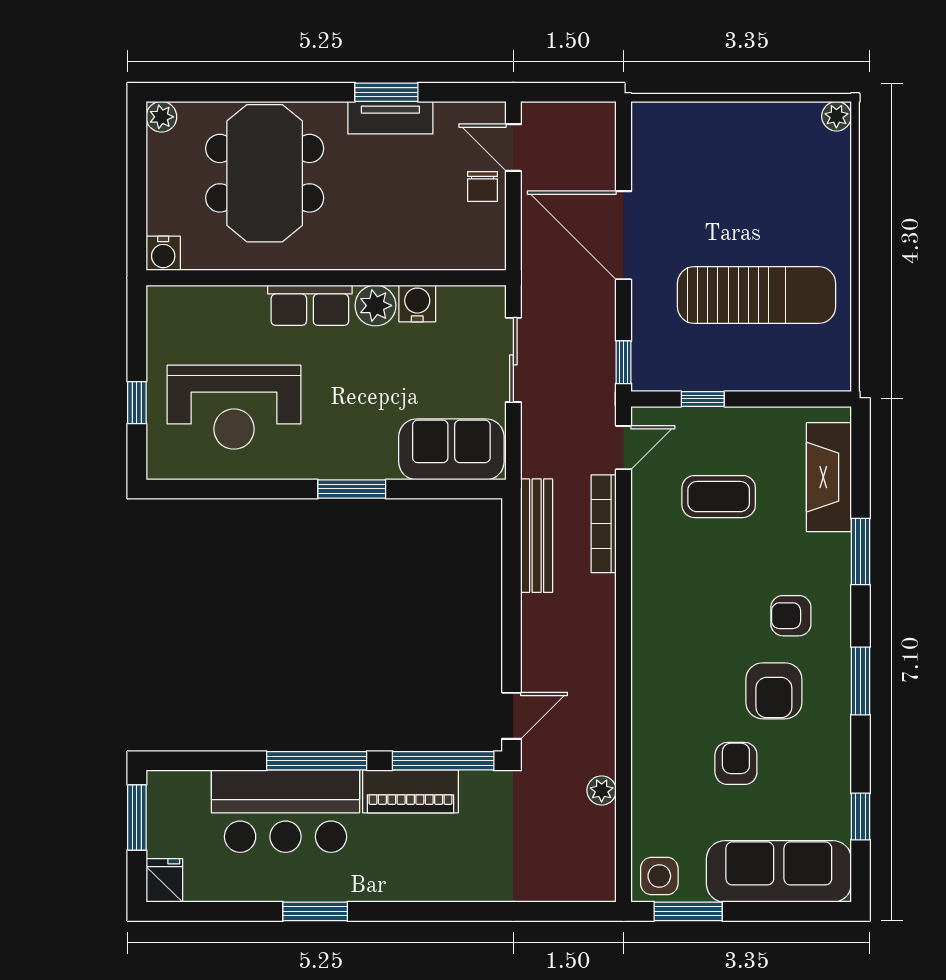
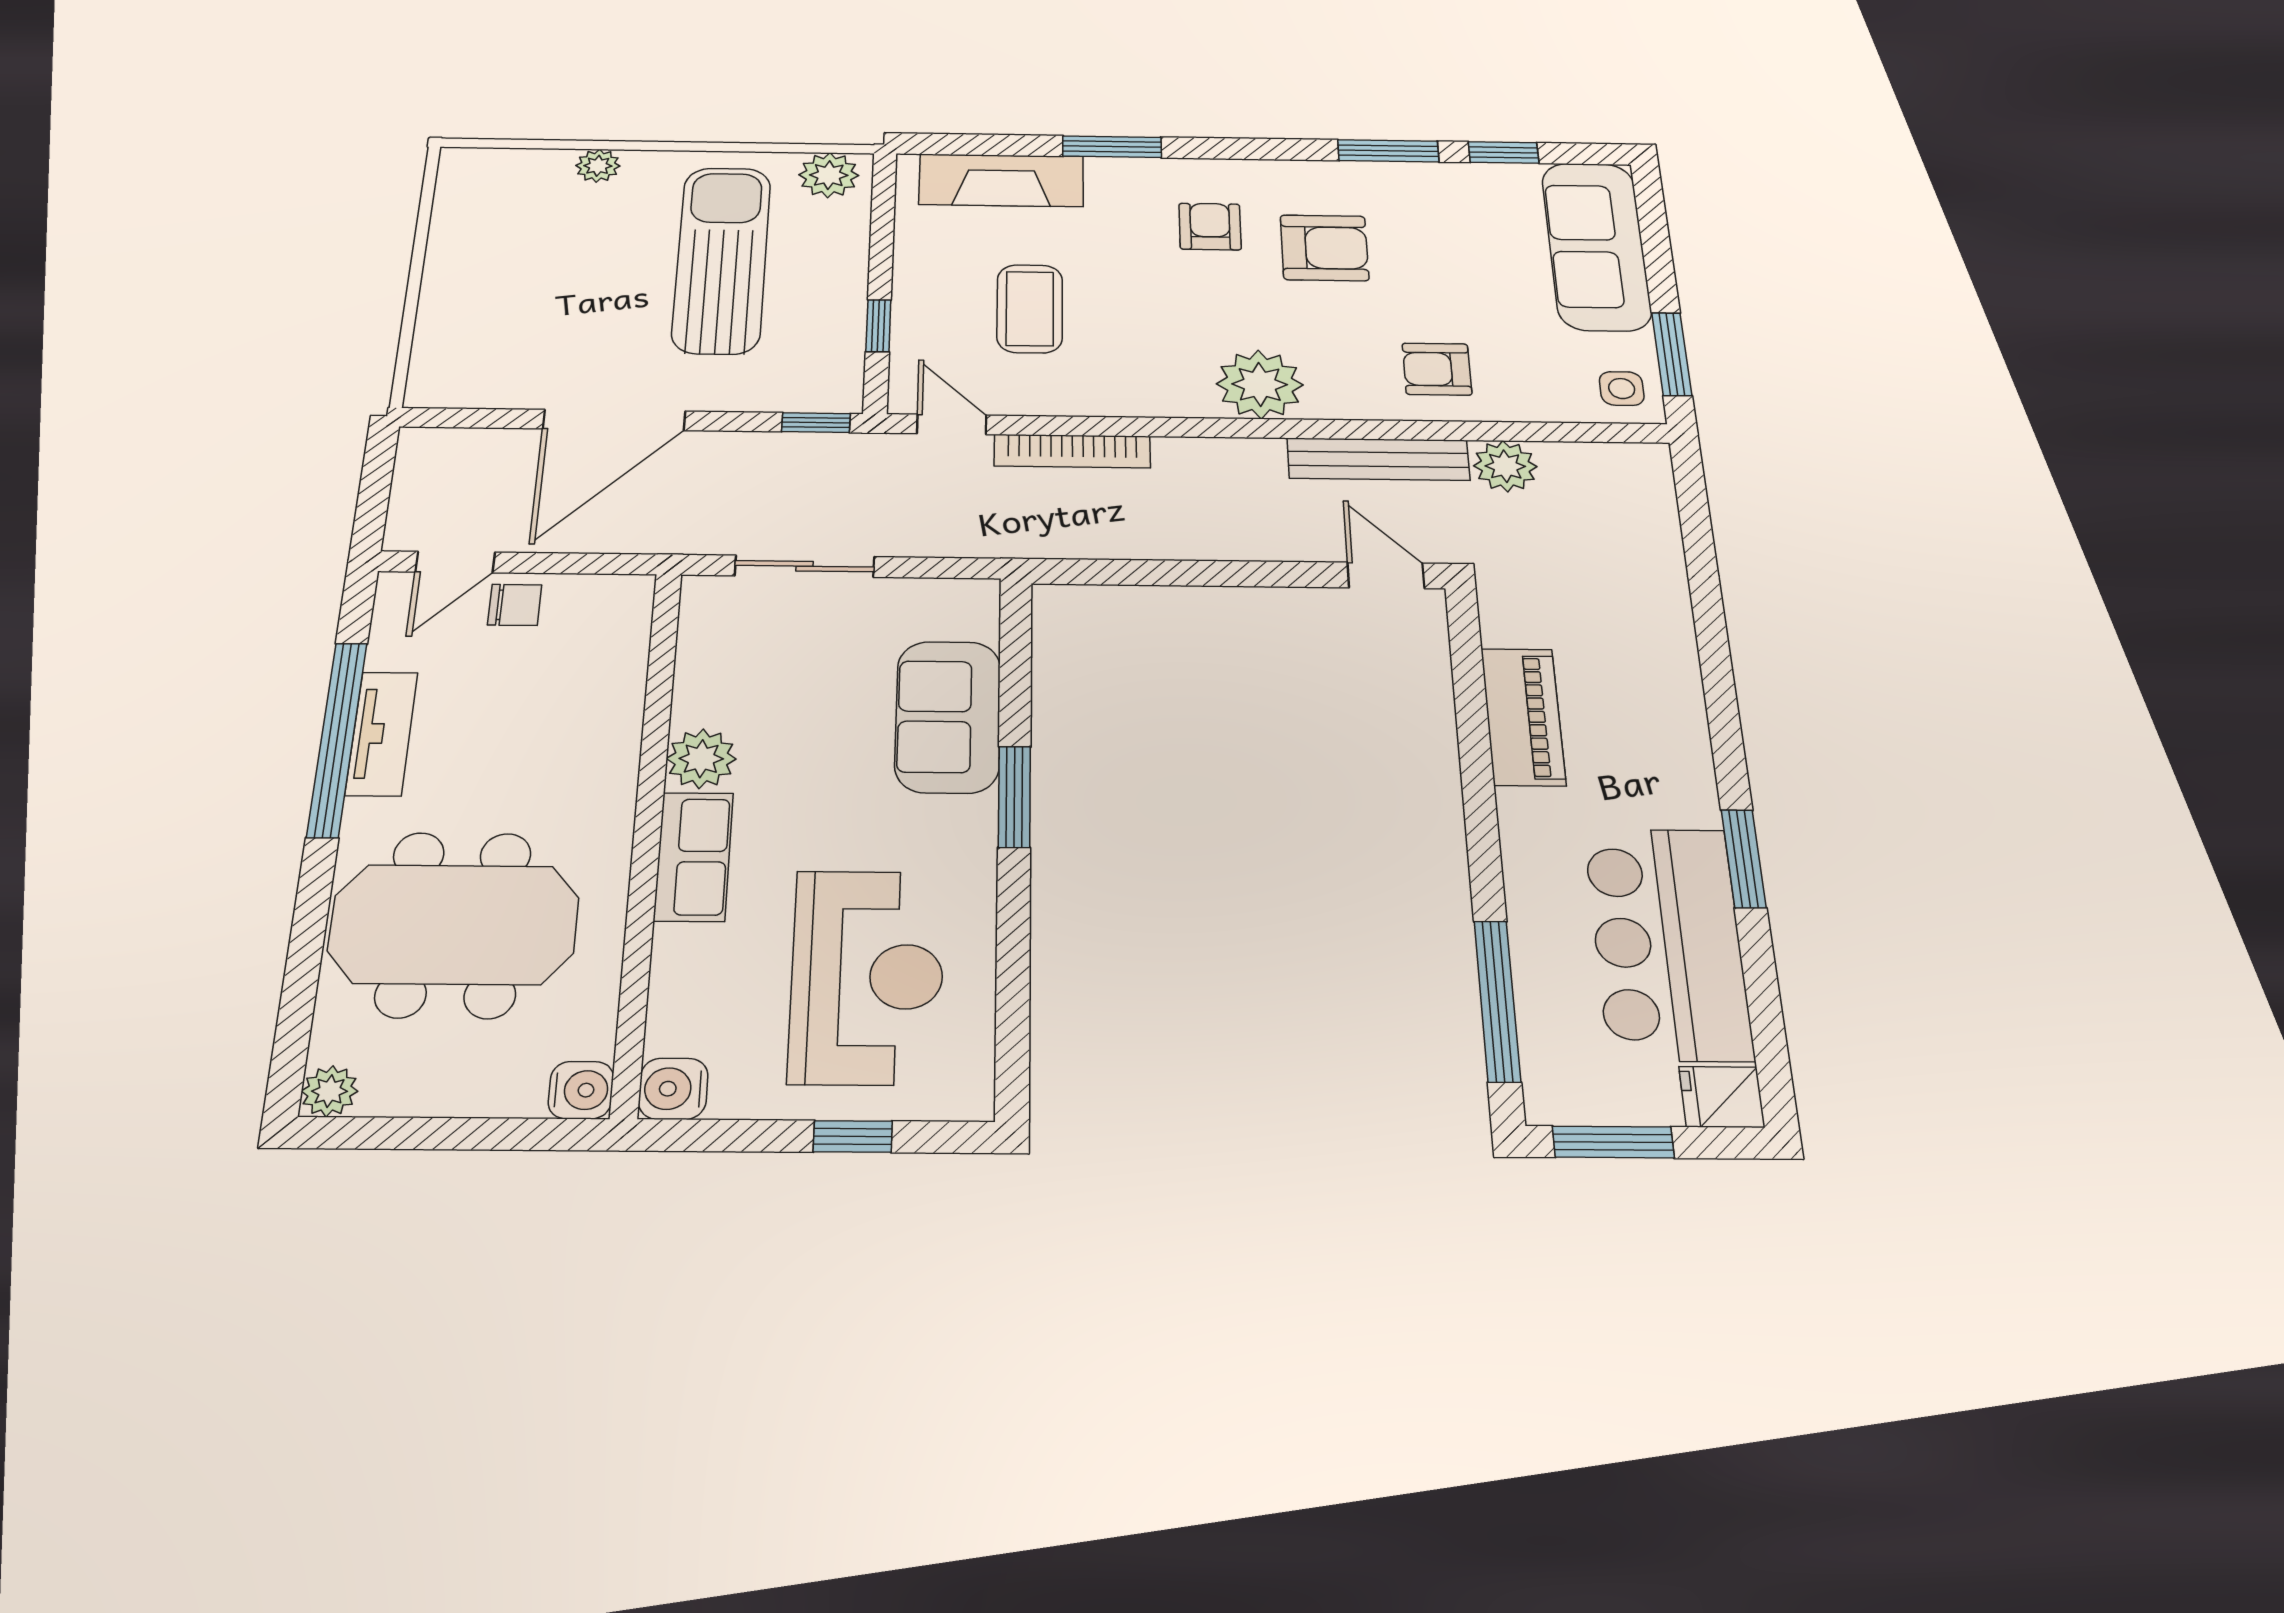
window: (386, 92) -> (337, 739), width x2.11
plant: (836, 116) -> (598, 166), moved
water cooler: (417, 303) -> (673, 1089), moved
plant: (831, 362) -> (829, 175), added
sofa: (451, 449) -> (948, 717), moved
bench: (537, 536) -> (1378, 459), moved
armchair: (791, 616) -> (1210, 227), turned 180
plant: (659, 644) -> (1260, 384), added
window: (860, 681) -> (1388, 151), moved
window: (317, 761) -> (1497, 1001), moved
window: (443, 761) -> (1468, 670), removed
armchair: (736, 763) -> (1437, 369), moved
plant: (602, 790) -> (1505, 466), width x1.38, depth x1.38
bar counter: (286, 811) -> (1668, 943), moved, turned 180
side table: (659, 876) -> (1622, 389), width x0.73, depth x0.73

